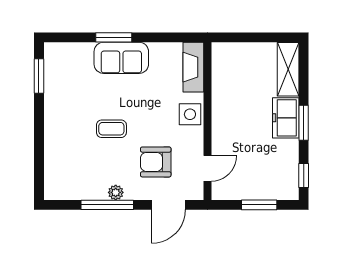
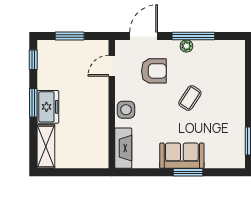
coffee table: (111, 129) -> (190, 98), turned -57

